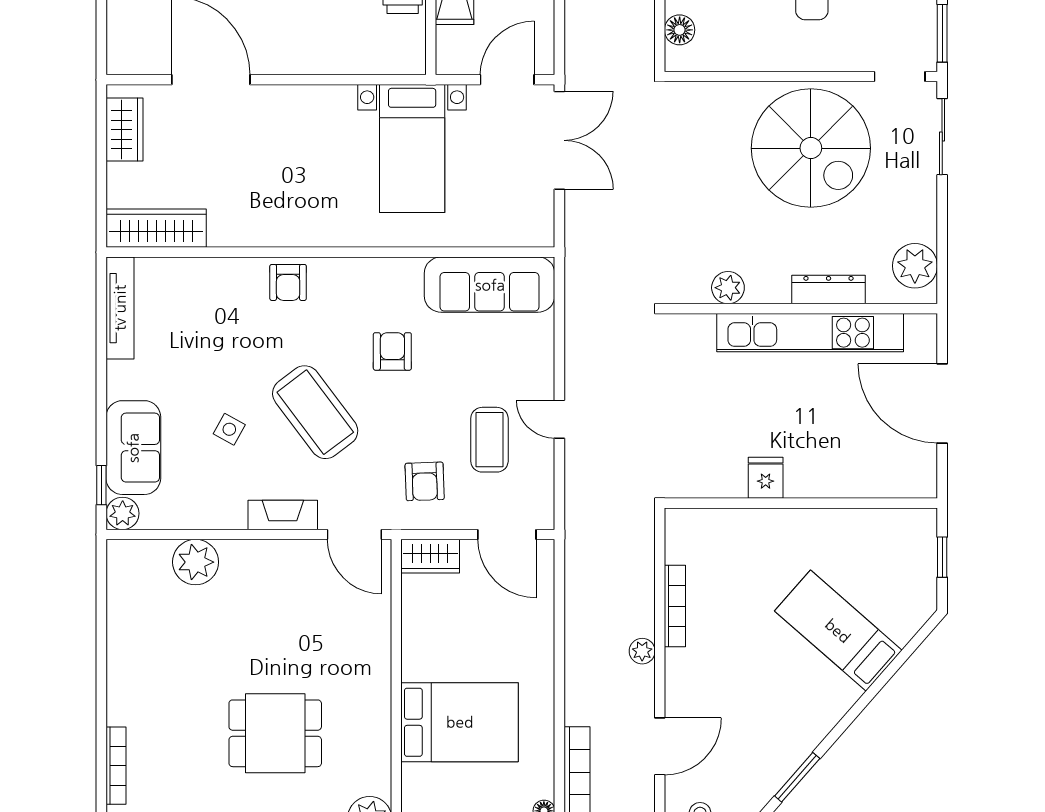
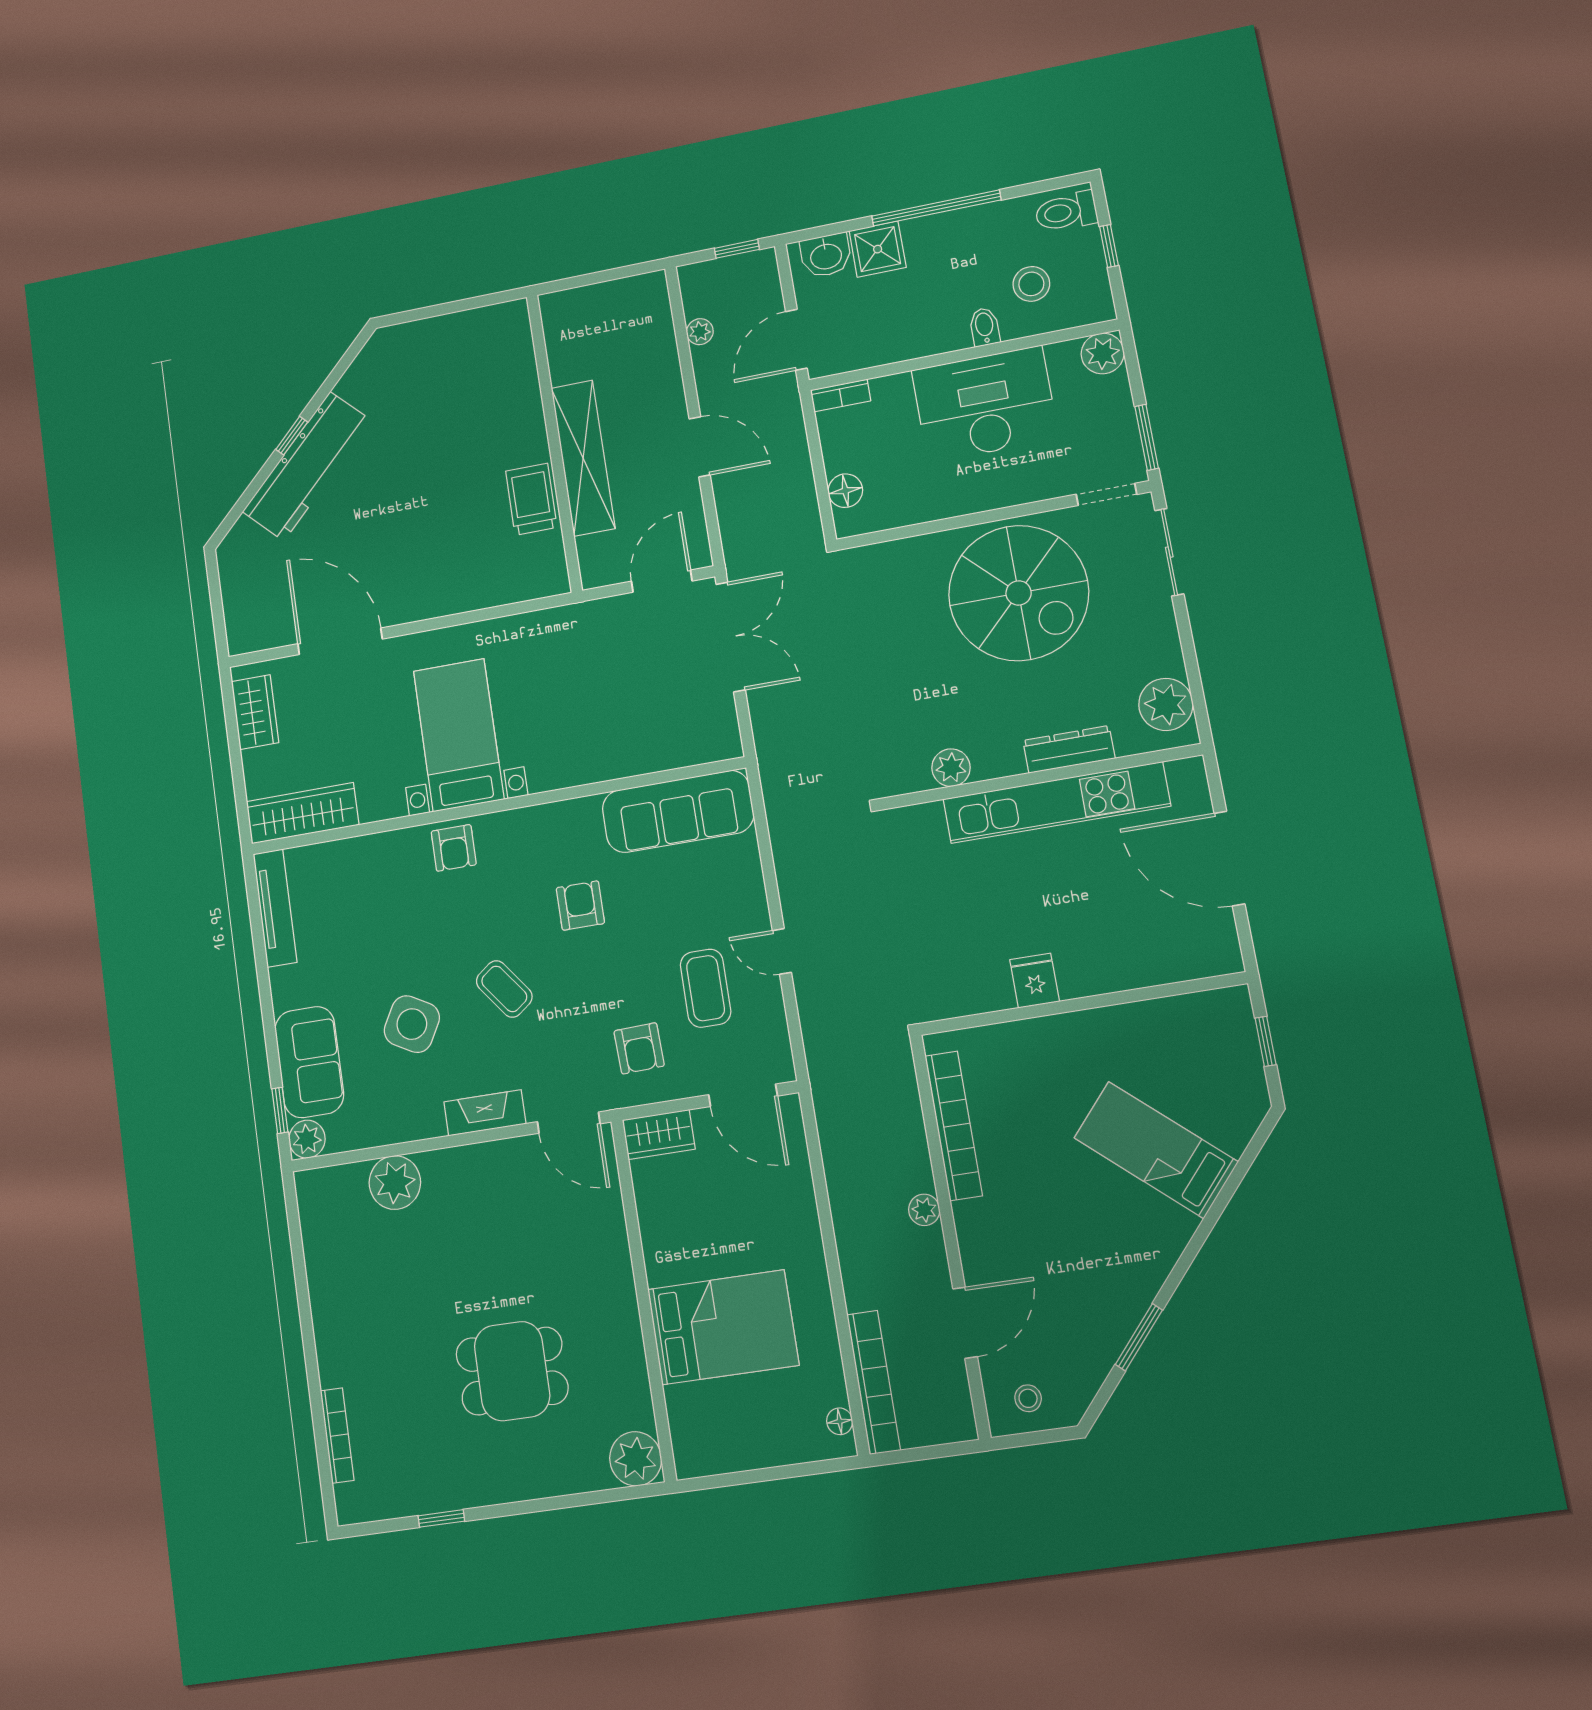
bed with nightstands: (412, 148) -> (459, 735), moved, turned 180
coffee table: (315, 412) -> (504, 989), width x0.54, depth x0.58
side table: (229, 429) -> (412, 1024), width x1.87, depth x1.87
bookcase: (675, 606) -> (954, 1126), width x1.48, depth x1.31

